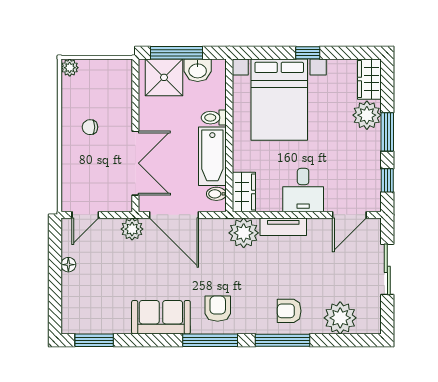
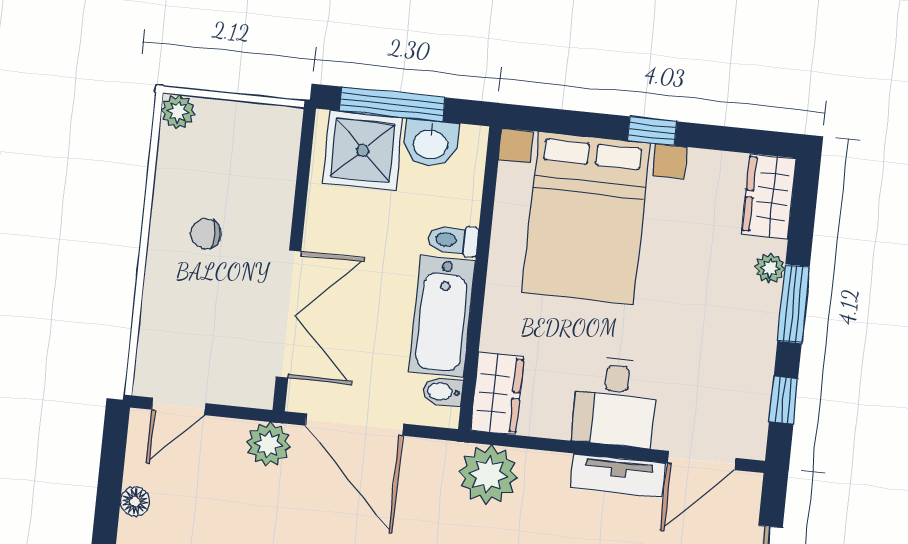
plant: (367, 115) -> (770, 268), width x0.53, depth x0.53
tv unit: (283, 227) -> (618, 476), moved

